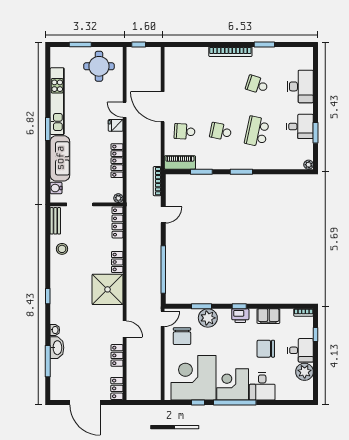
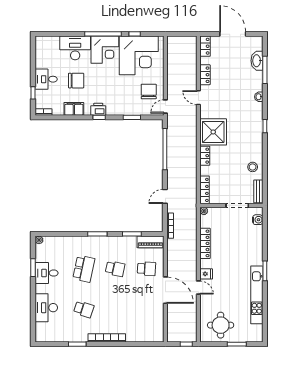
sofa: (60, 158) -> (254, 245), removed
plant: (208, 318) -> (126, 107), removed
washbasin: (57, 348) -> (257, 61), moved
plant: (305, 372) -> (43, 61), removed
desk: (262, 386) -> (75, 48), width x1.37

